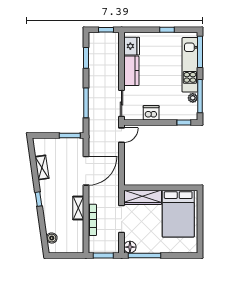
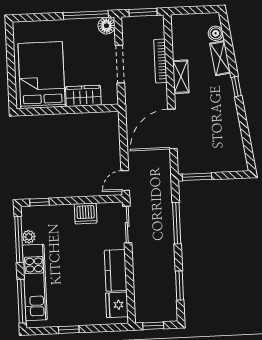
shelving: (42, 167) -> (220, 58), moved
wardrobe: (143, 197) -> (83, 96), width x0.67

